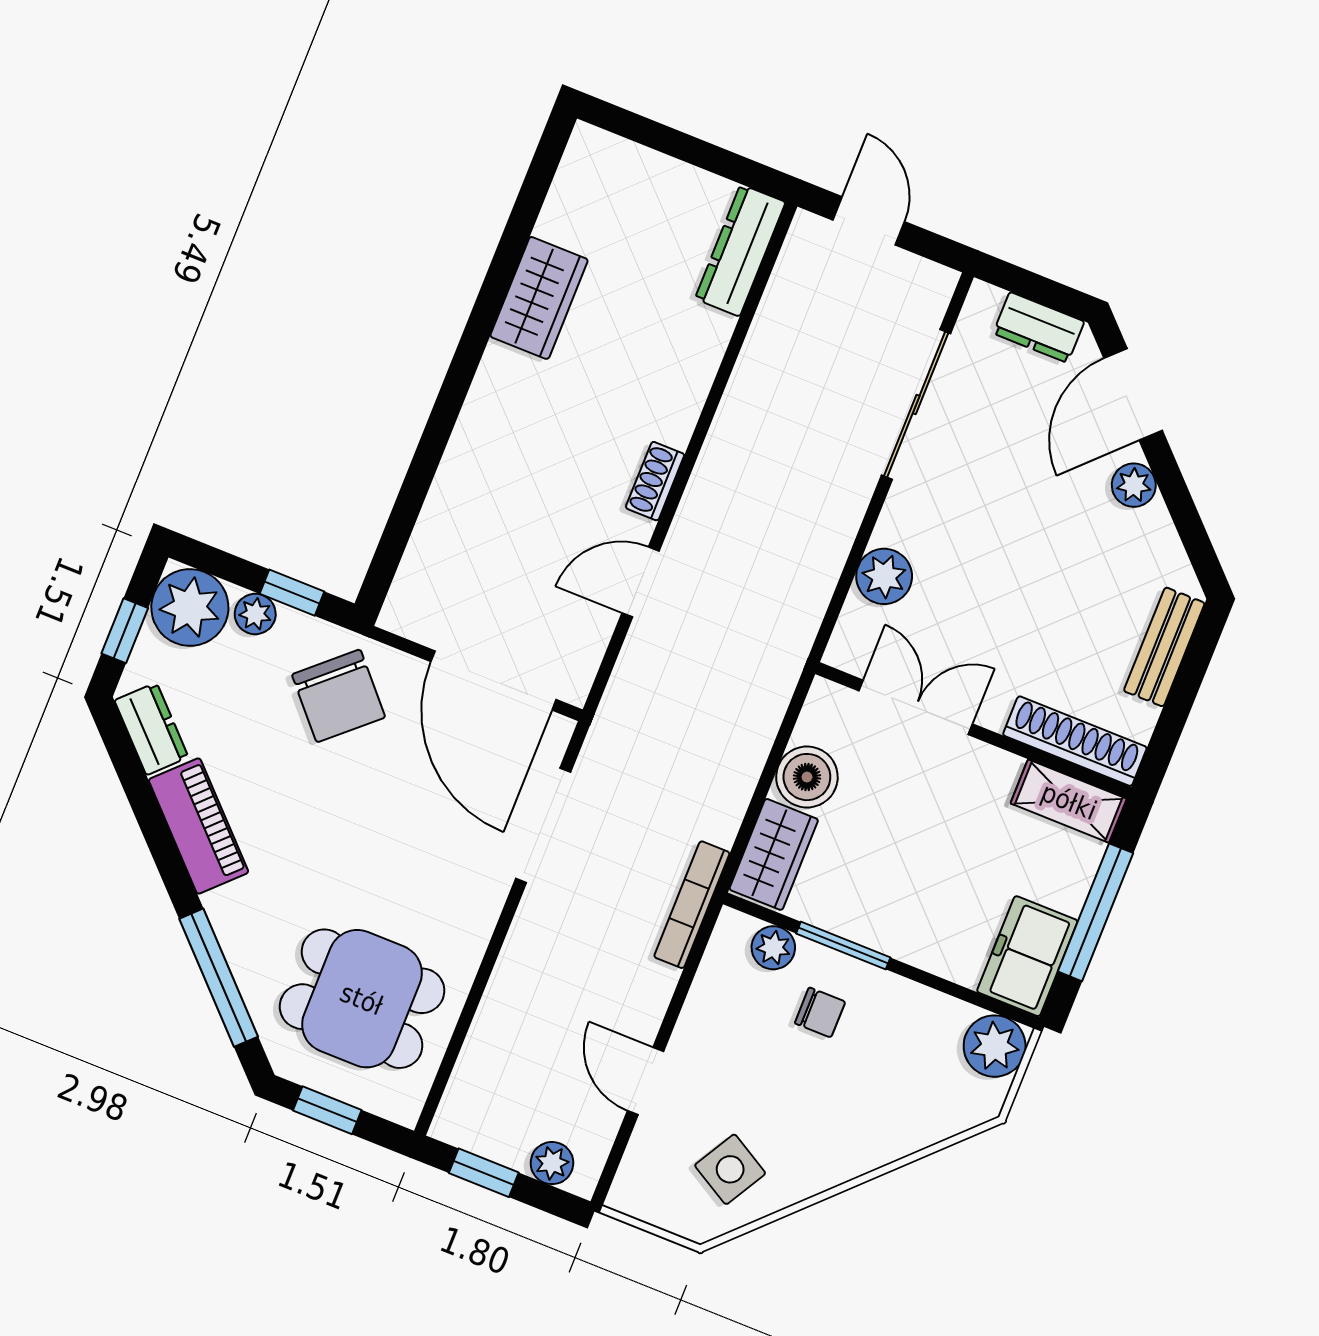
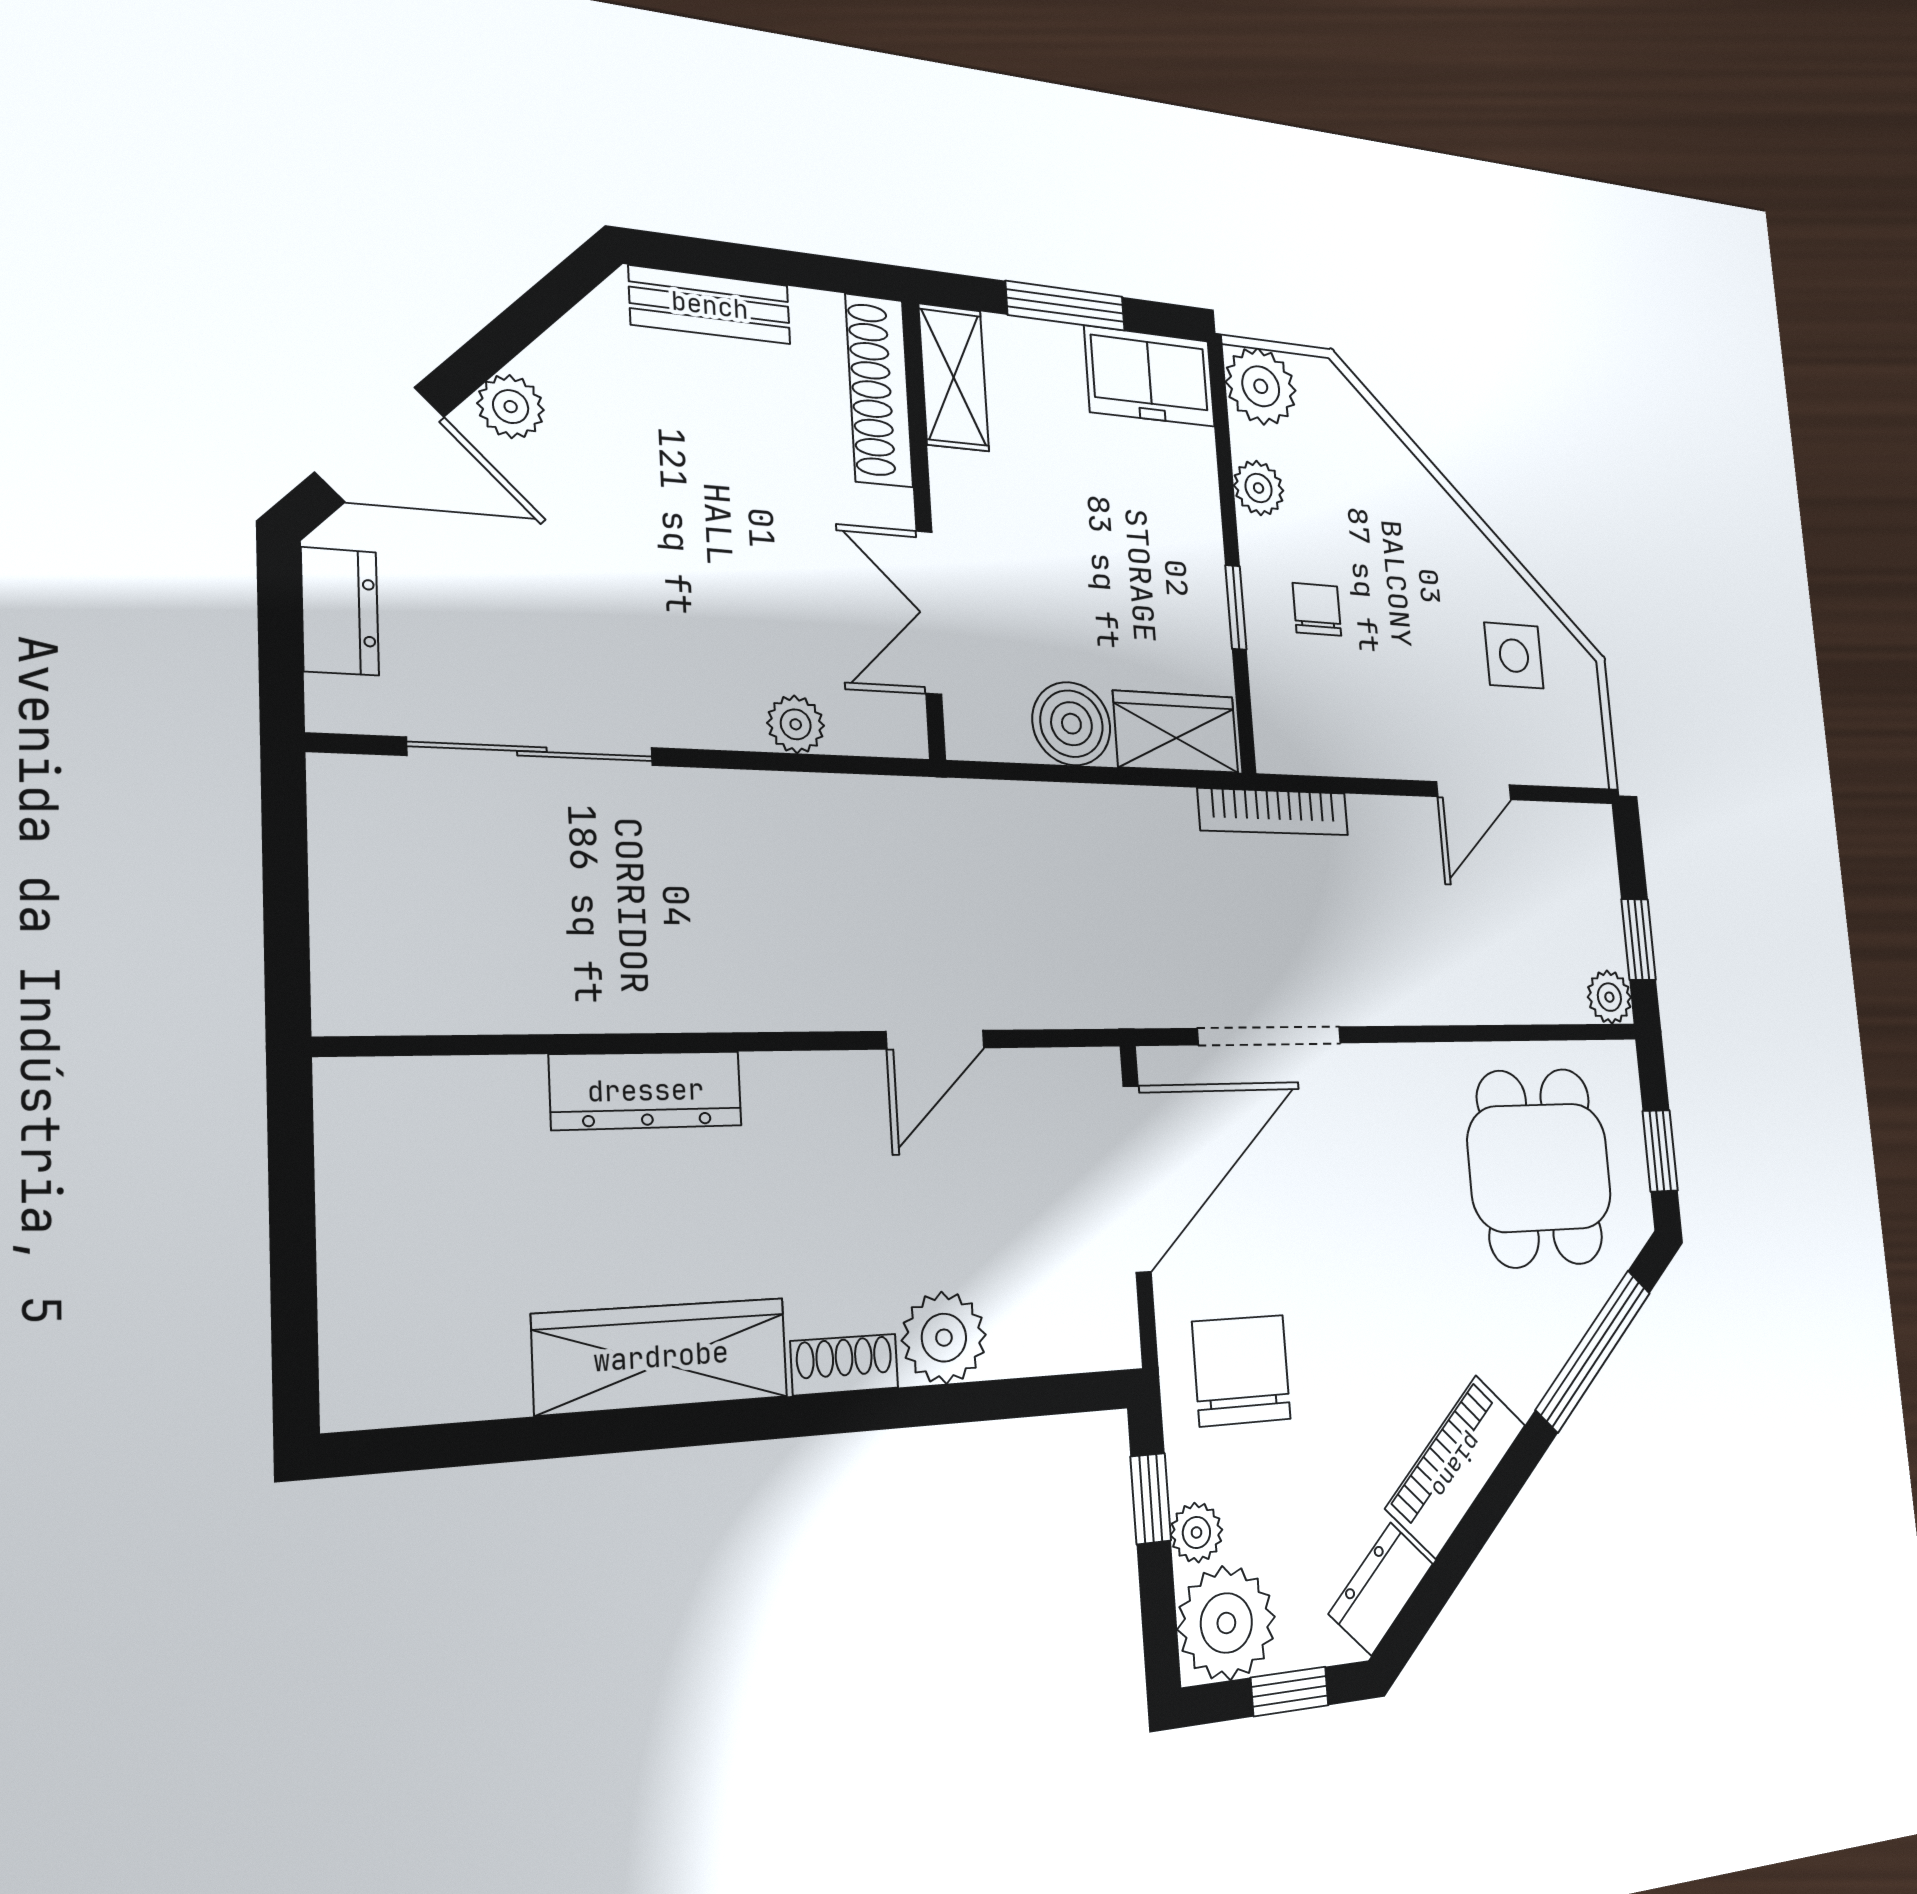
door: (869, 221) -> (286, 920), removed
dresser: (740, 250) -> (646, 1090), moved
wardrobe: (539, 298) -> (661, 1356), width x1.50
shoe rack: (655, 481) -> (844, 1364), moved, turned 180
plant: (457, 502) -> (944, 1338), added
plant: (884, 576) -> (796, 724), width x0.73, depth x0.73
door: (640, 582) -> (935, 1040), hinge flipped
chair: (339, 696) -> (1241, 1370), turned -48
window: (1095, 912) -> (1066, 306), width x0.69
window: (843, 946) -> (1236, 607), width x0.67
plant: (773, 948) -> (1259, 488), moved
plant: (552, 1163) -> (1609, 997), moved
side table: (730, 1169) -> (1514, 656), turned -30

